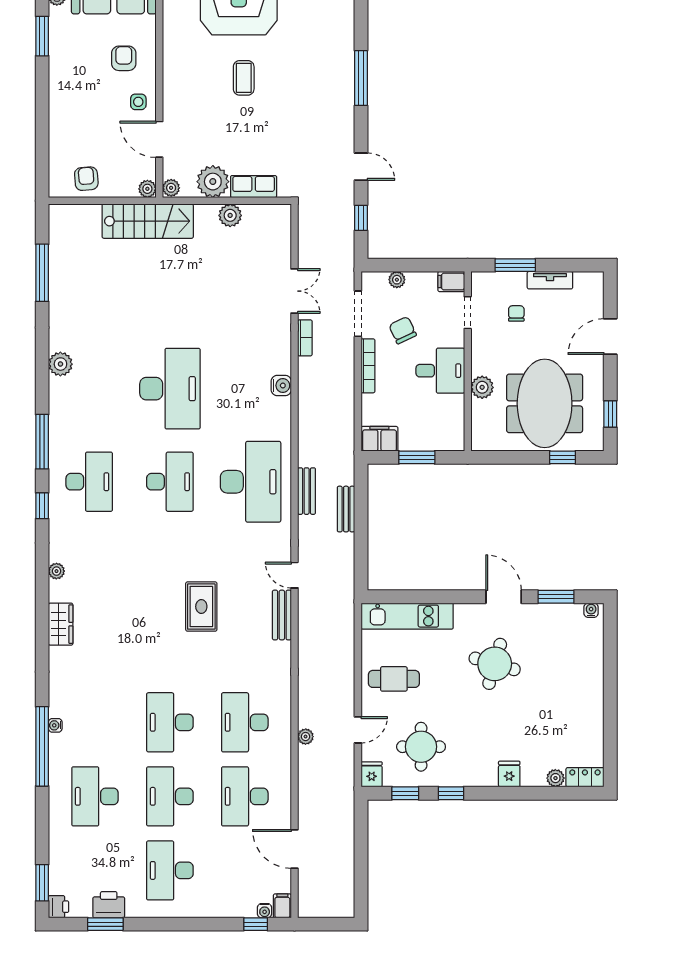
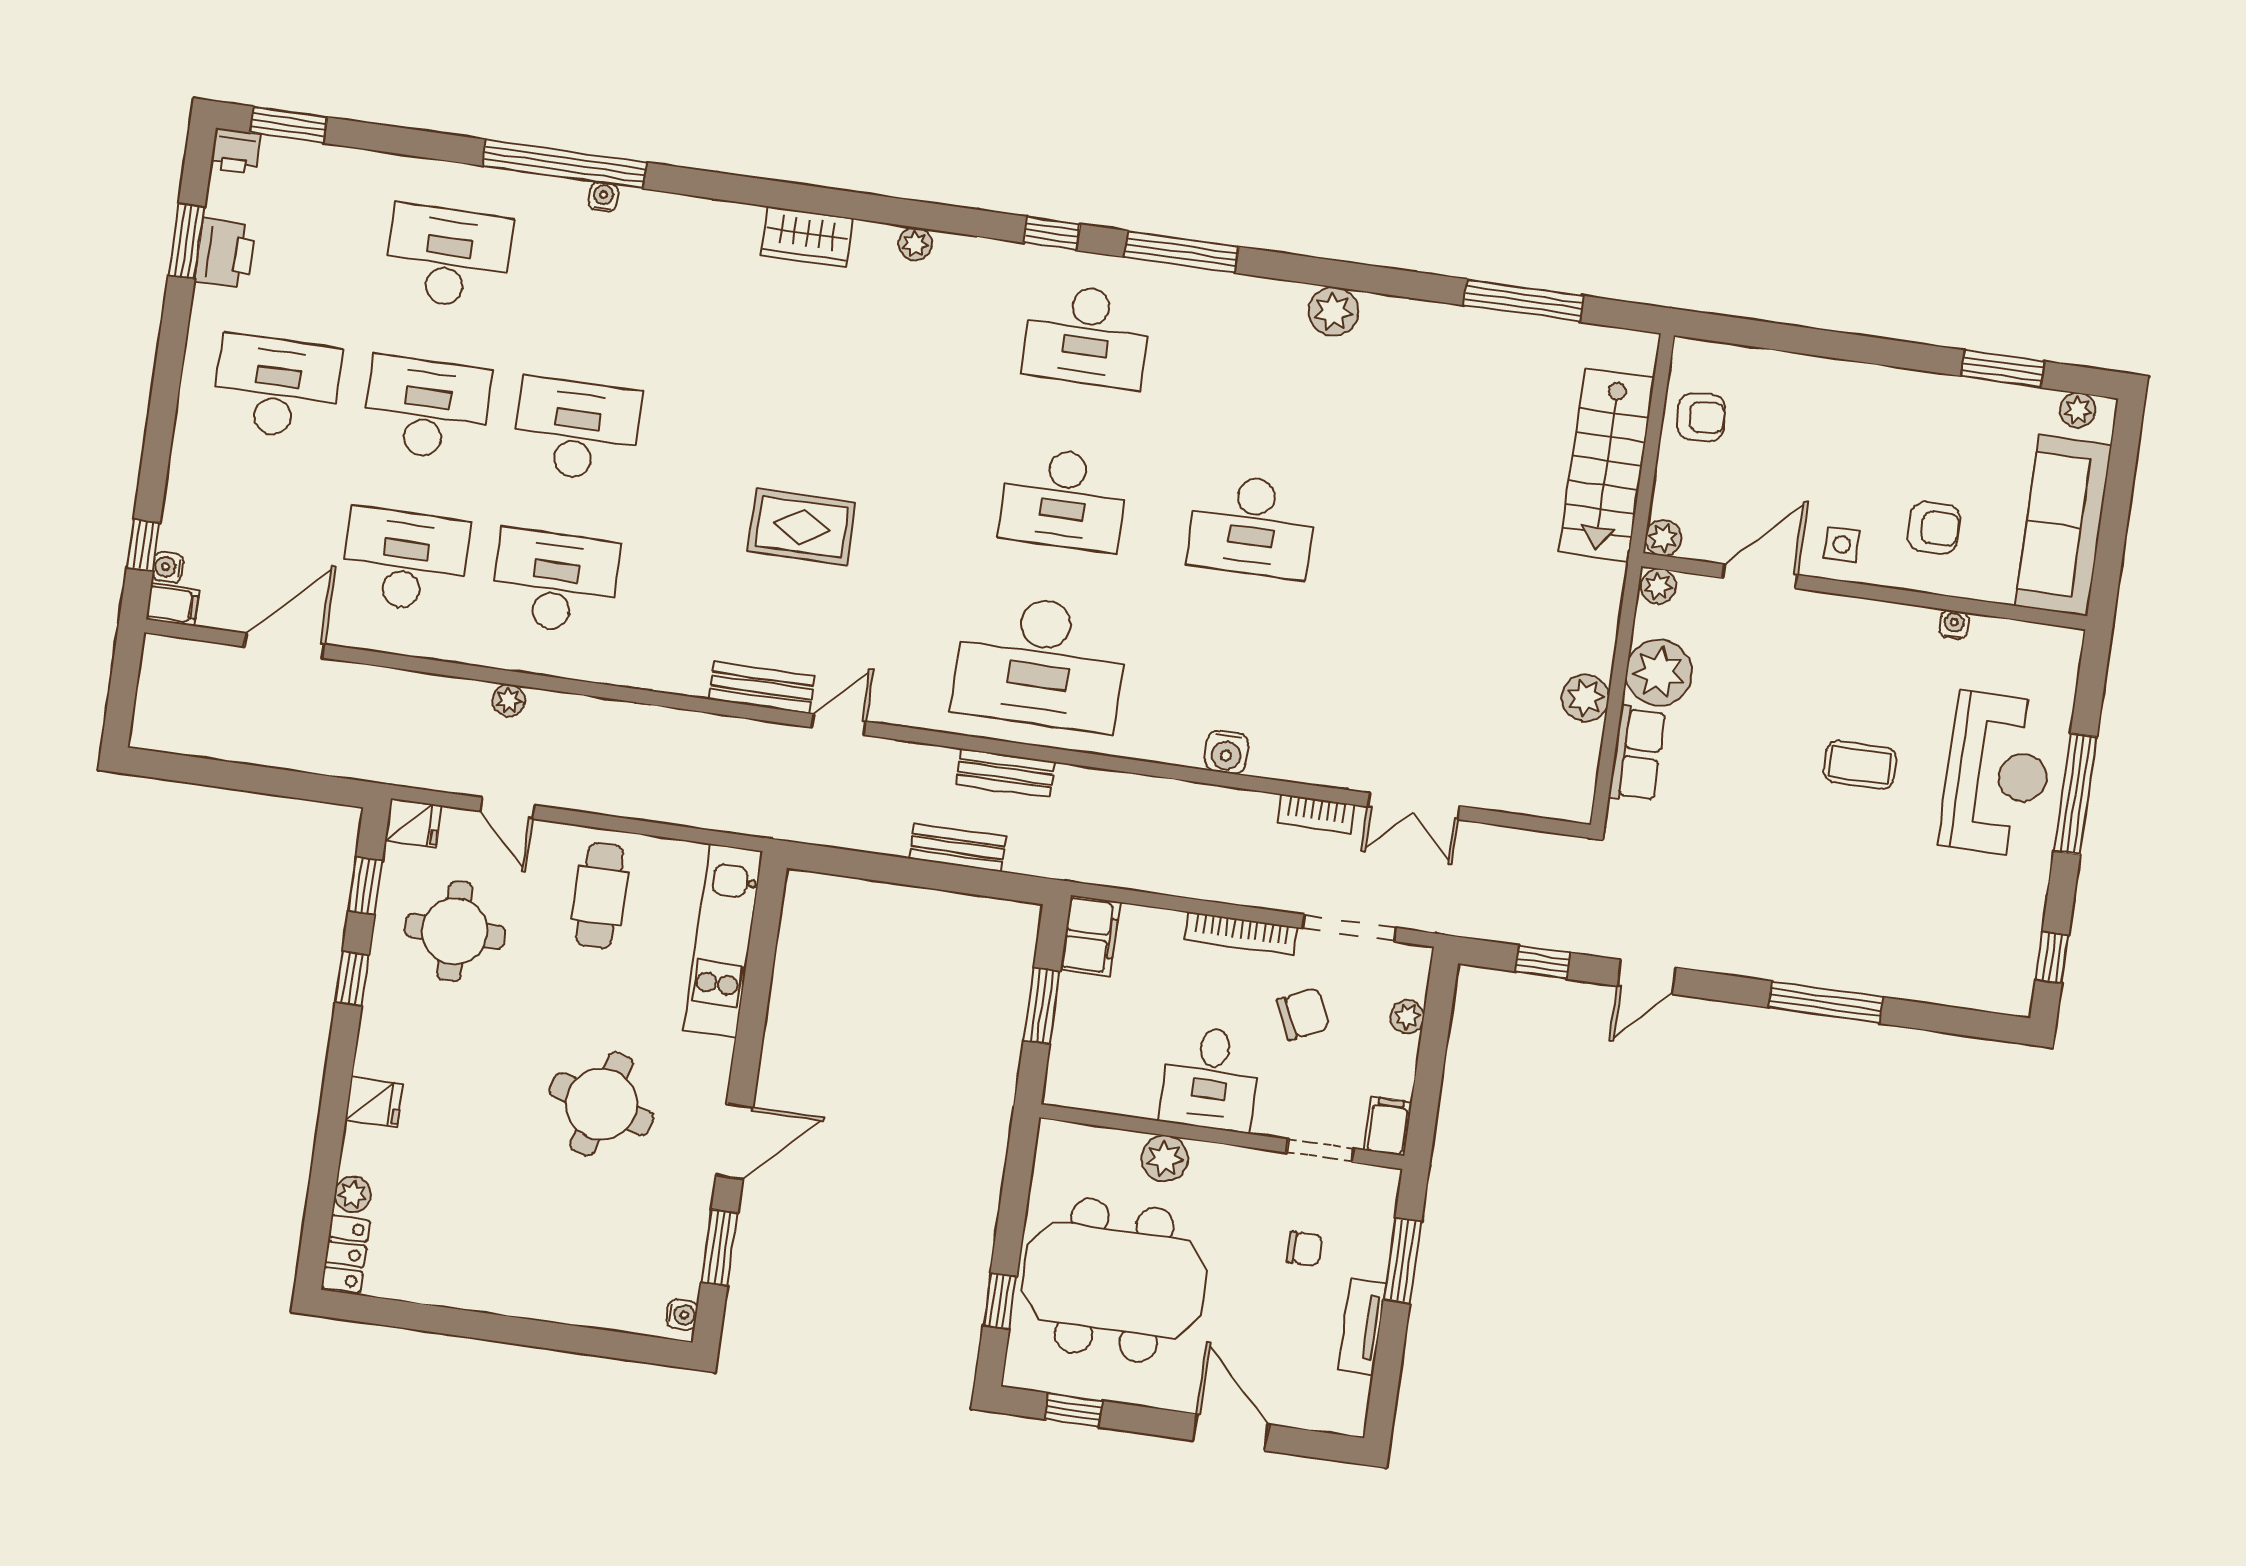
water cooler: (169, 42) -> (1954, 624), added
stairs: (148, 221) -> (1607, 465), moved
desk: (170, 389) -> (1252, 526), width x0.73, depth x0.77

